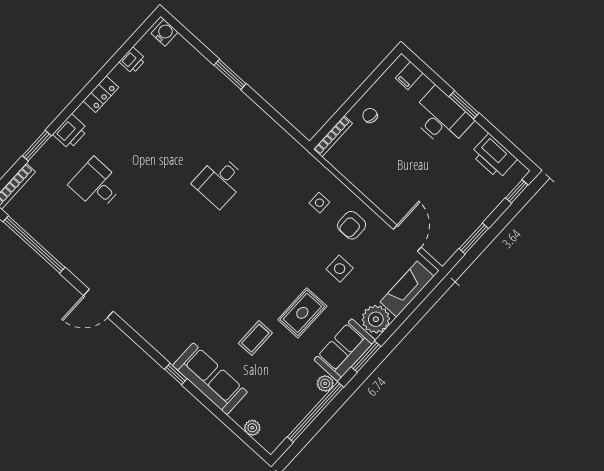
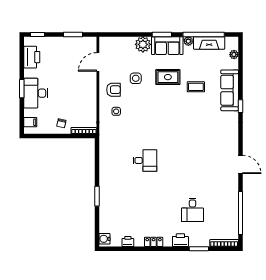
fireplace: (407, 289) -> (209, 43), moved

